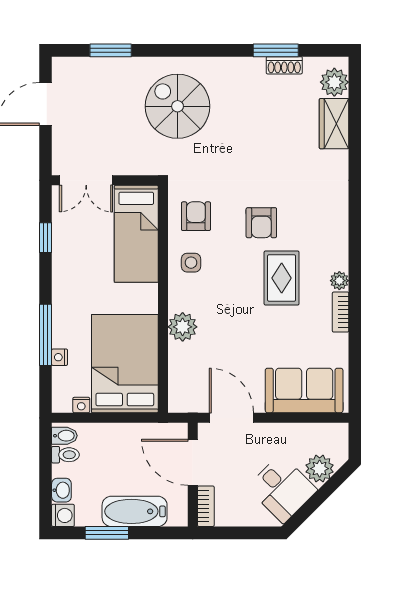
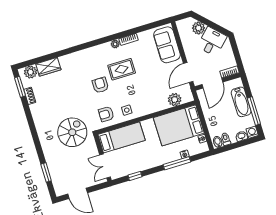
window: (276, 50) -> (20, 87), moved
spiral stairs: (178, 106) -> (72, 132), moved, turned 180
double door: (86, 180) -> (105, 166), swing flipped
armchair: (261, 223) -> (100, 85), turned -90
plant: (183, 327) -> (175, 100), moved
window: (107, 533) -> (254, 111), width x1.44

